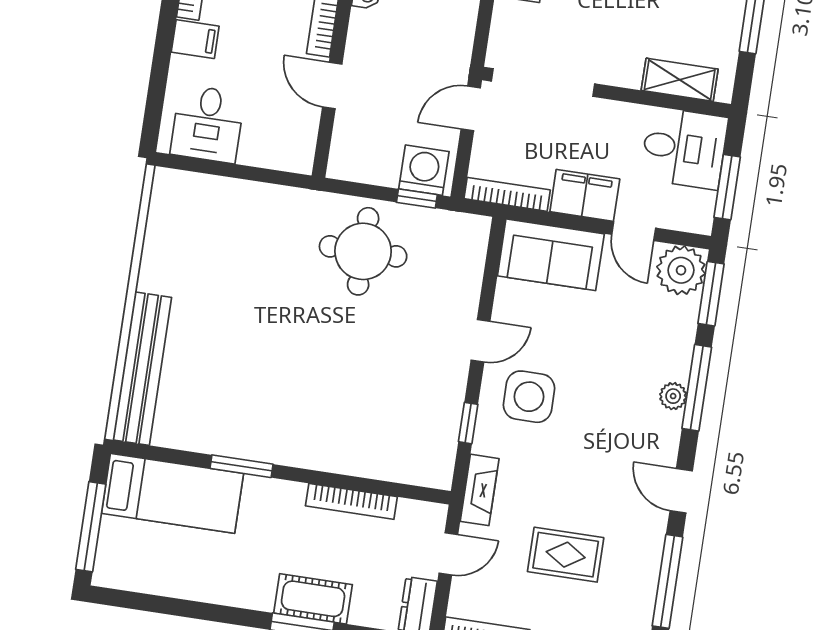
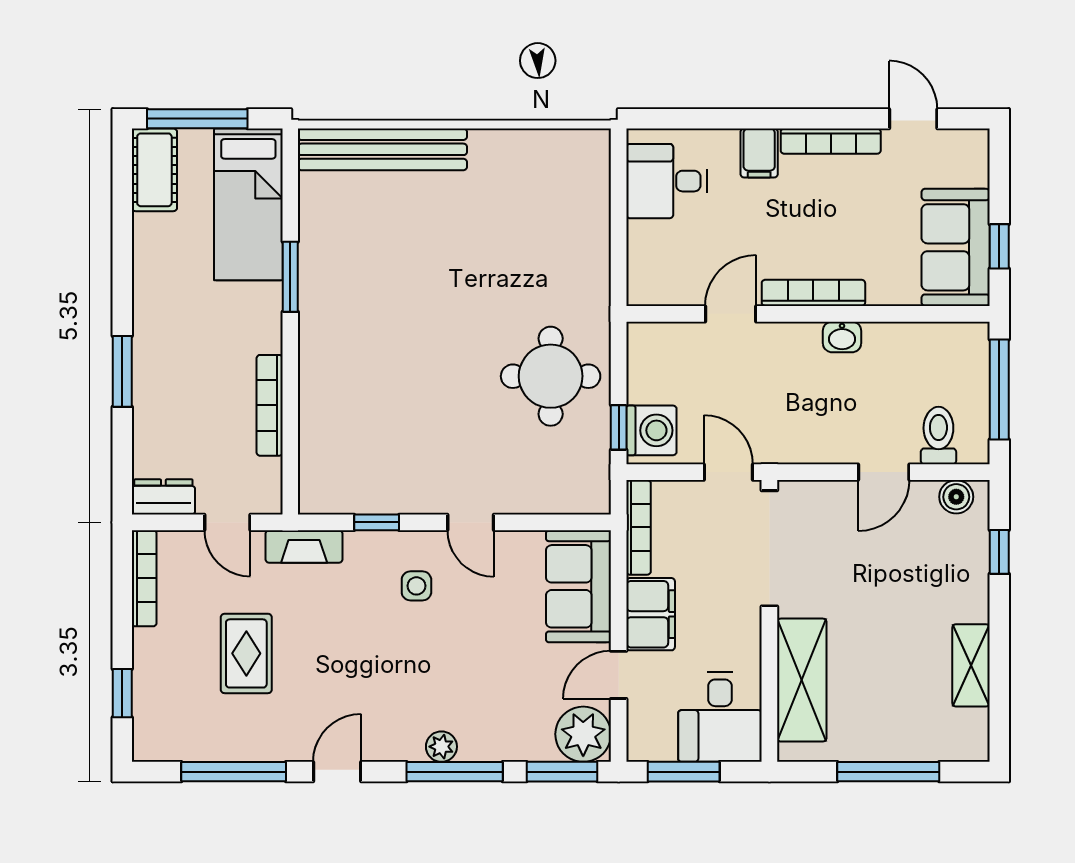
shelving: (680, 80) -> (802, 680), width x1.50, depth x1.33
side table: (529, 397) -> (416, 586), width x0.54, depth x0.54
cot: (313, 599) -> (154, 170), moved

